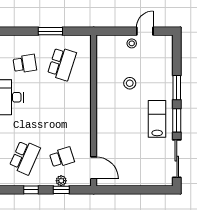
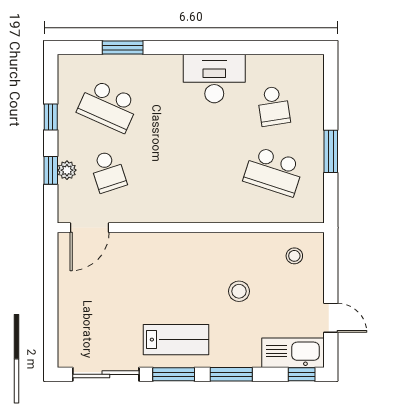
stool: (132, 43) -> (294, 256), moved
window: (177, 48) -> (302, 374), added
kitchen sink: (165, 53) -> (293, 353), added

